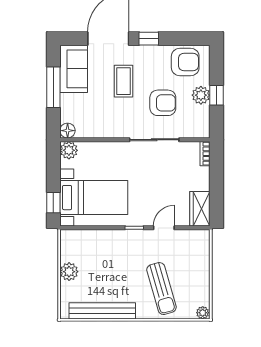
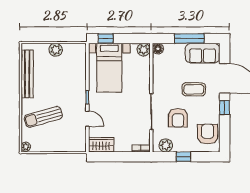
armchair: (185, 62) -> (208, 134), turned 180
plant: (201, 95) -> (166, 145), moved

